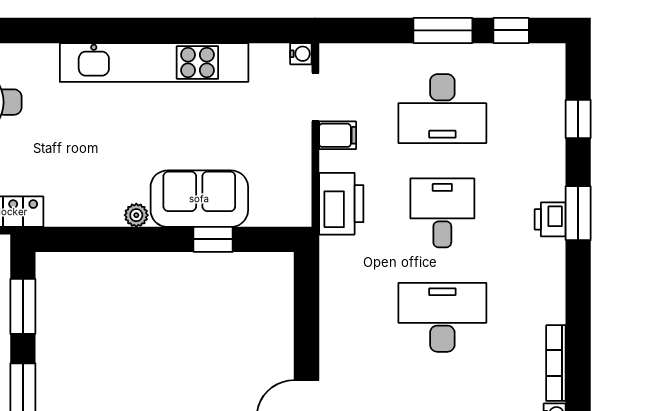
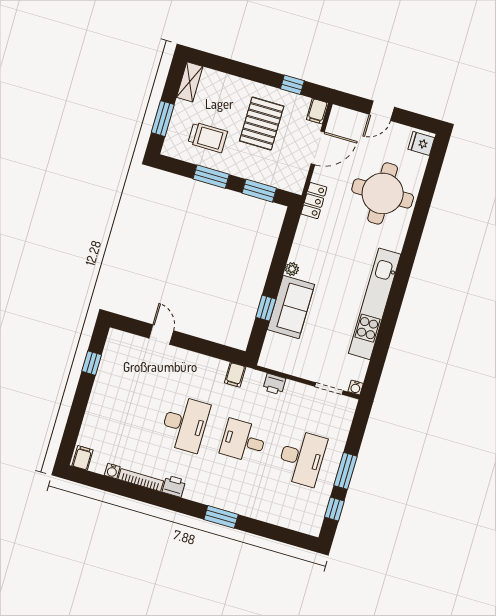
desk: (442, 109) -> (302, 458), turned 180
window: (578, 119) -> (274, 532), removed
filing cabinet: (338, 135) -> (235, 375), moved
printer: (341, 204) -> (274, 384), width x0.53, depth x0.68
desk: (442, 213) -> (243, 441), turned 180
printer: (550, 219) -> (174, 486), moved

